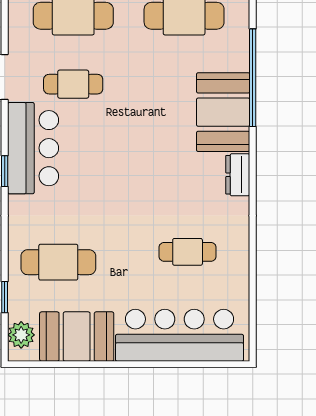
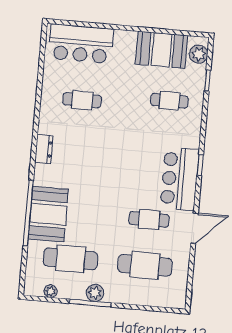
booth: (223, 112) -> (48, 214), moved
cafe table: (58, 262) -> (169, 101), width x0.73, depth x0.74
bar counter: (180, 335) -> (81, 44), width x0.73

